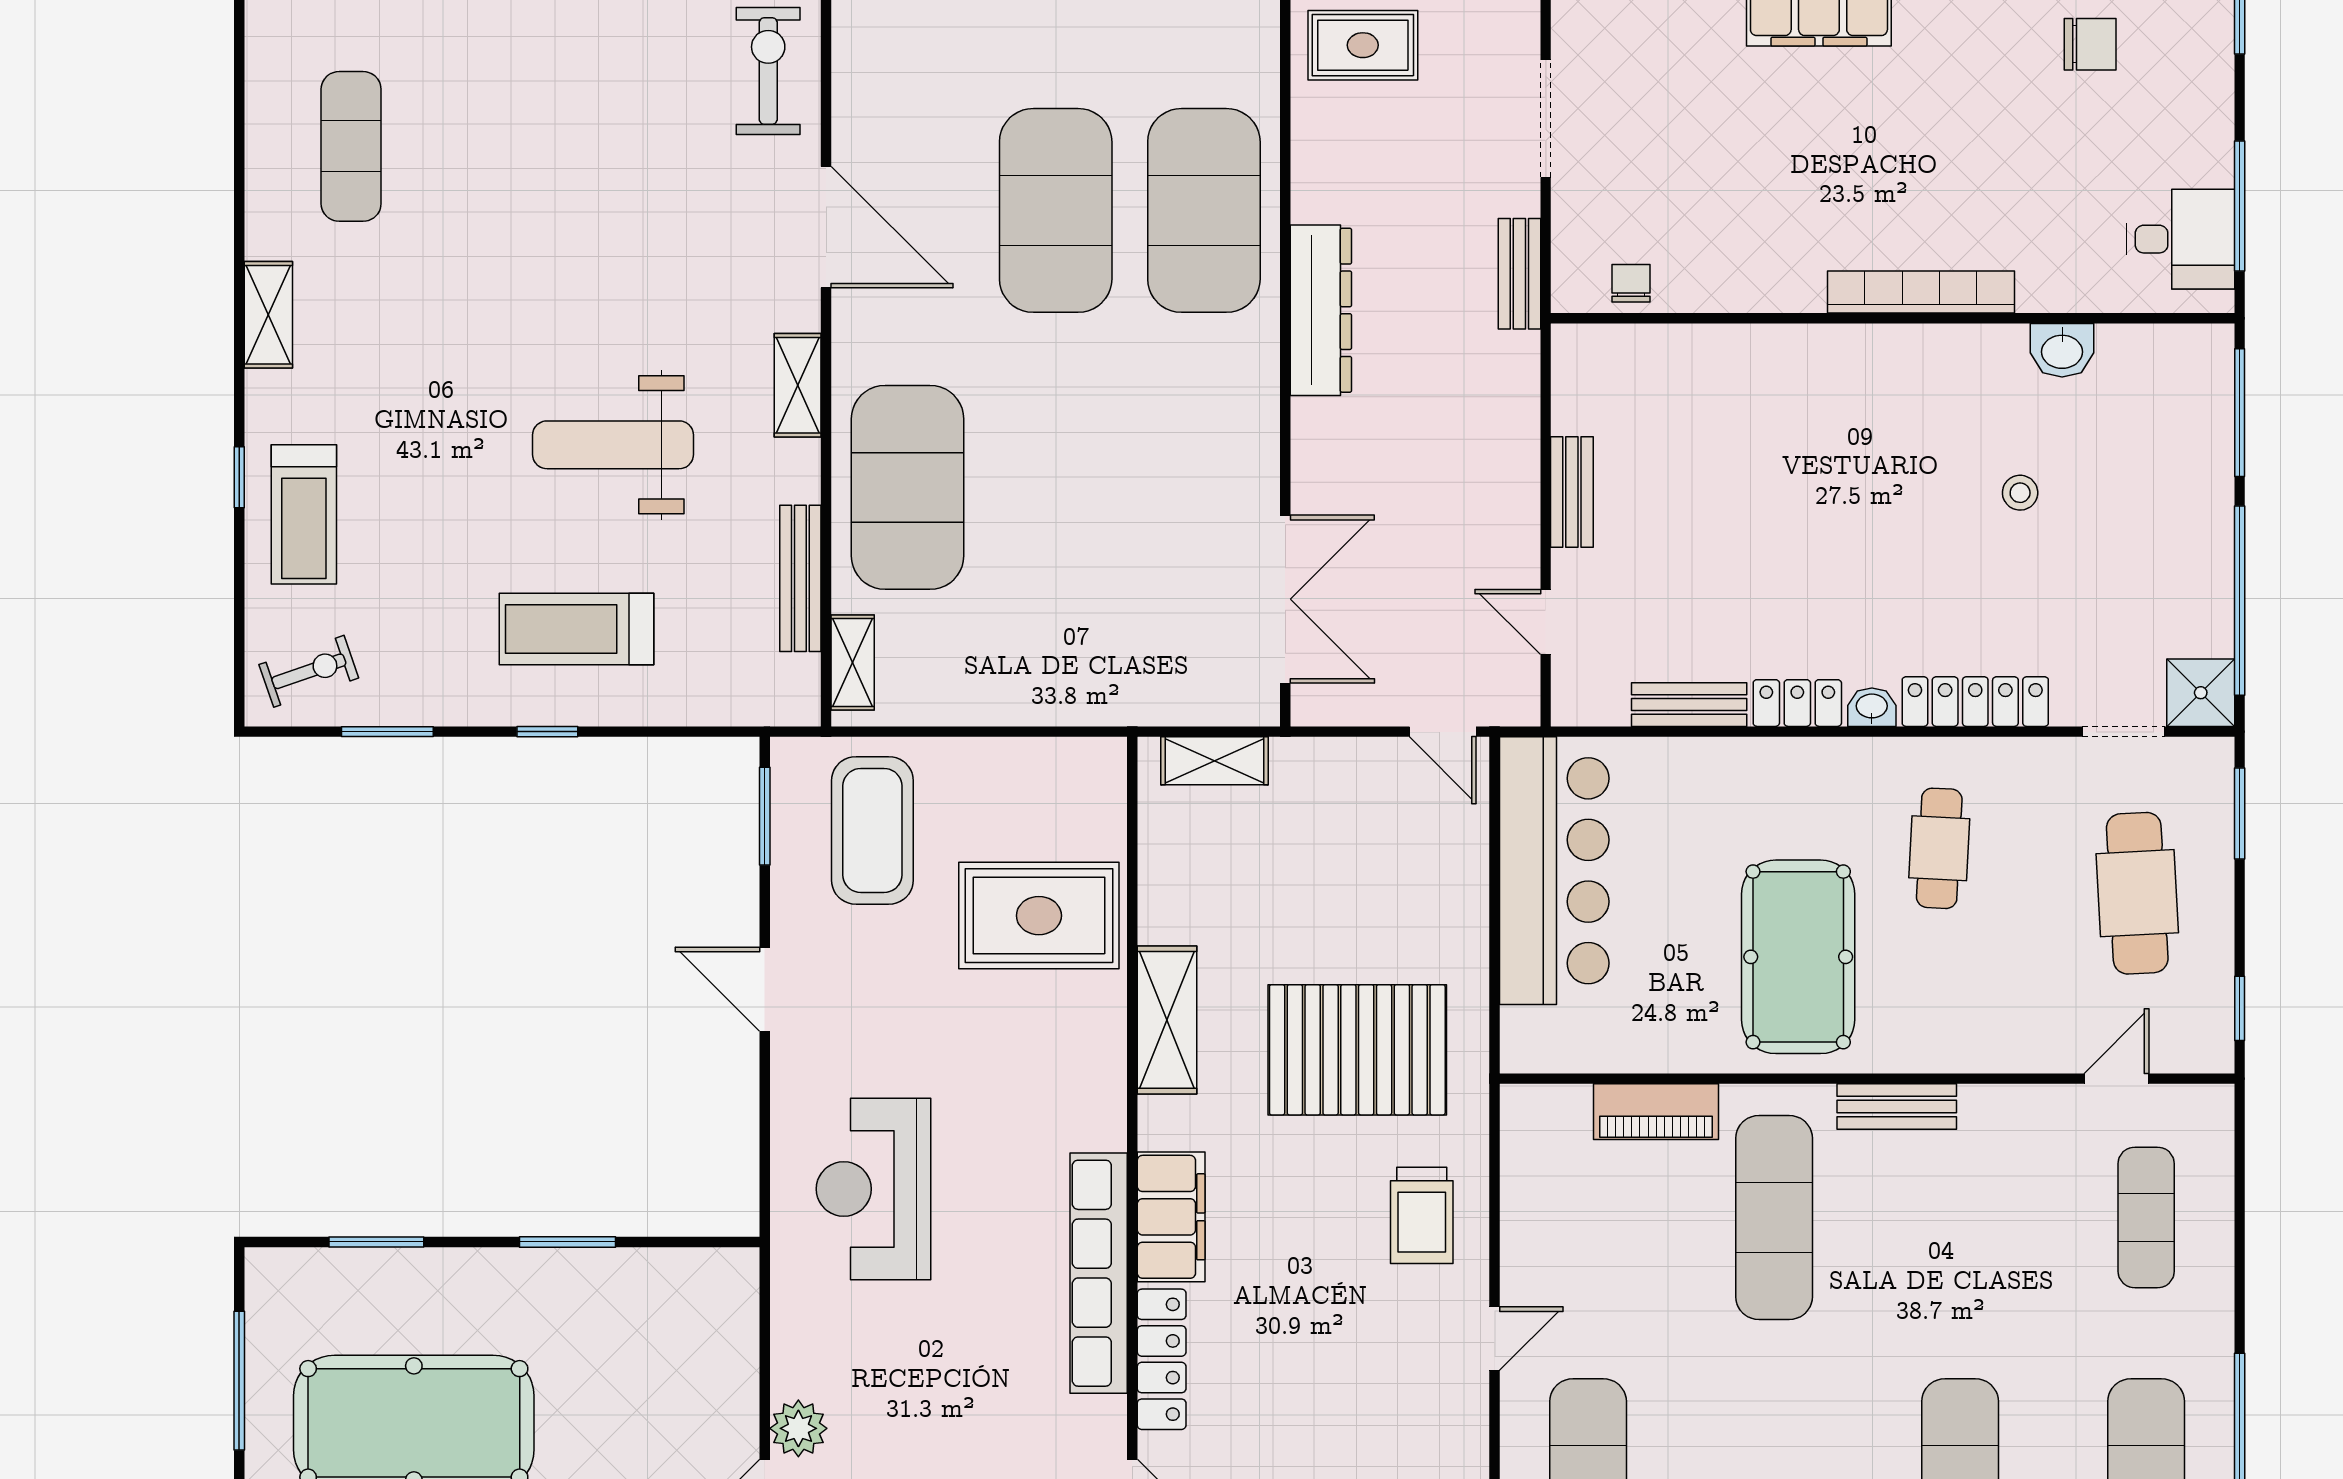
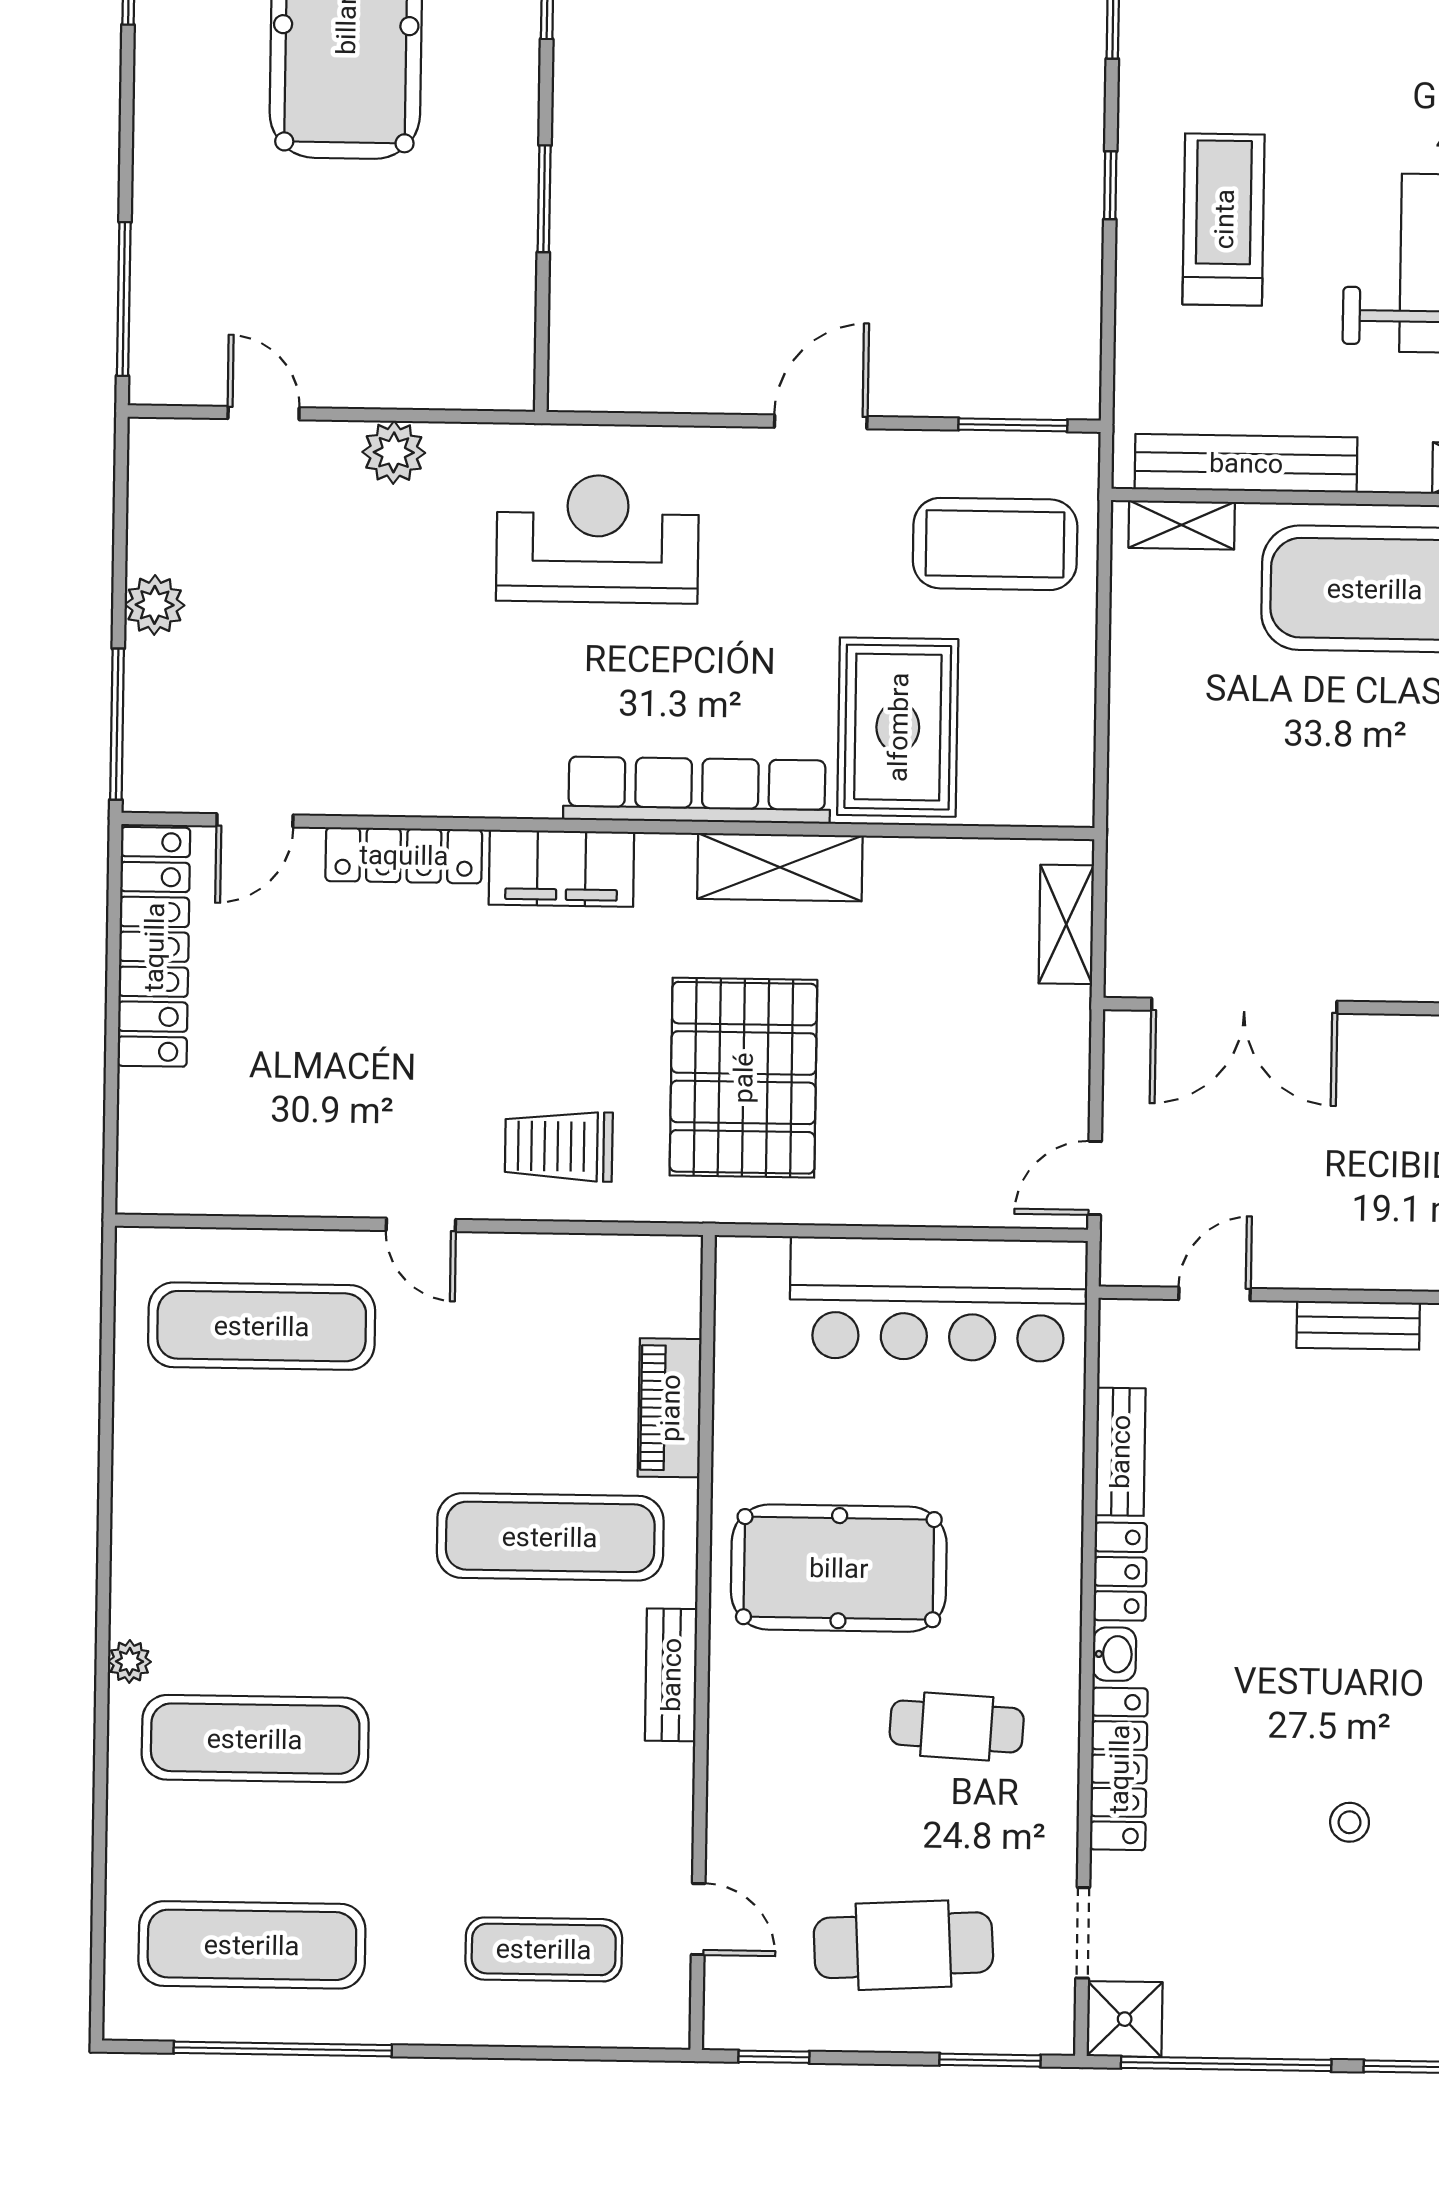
bench: (800, 578) -> (1246, 463), width x1.37, depth x1.21
row of seats: (1099, 1273) -> (697, 790), moved
plant: (798, 1428) -> (394, 452), moved

